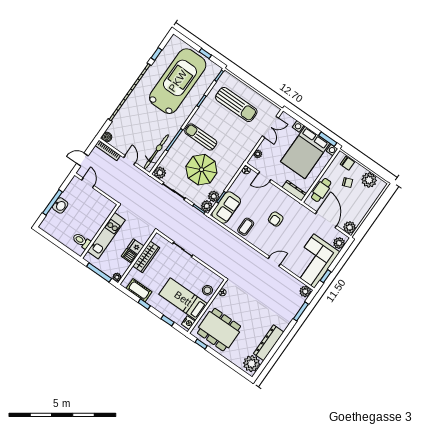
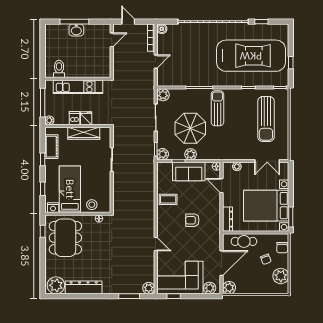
bicycle: (156, 152) -> (178, 79), removed
plant: (214, 196) -> (191, 154), moved
sofa: (226, 208) -> (189, 171), moved

